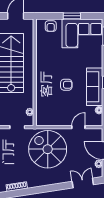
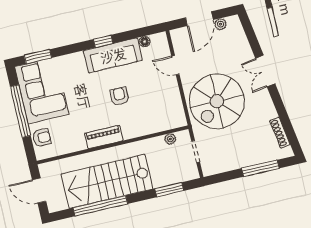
window: (72, 16) -> (20, 111), width x2.11
piano: (41, 68) -> (104, 137), added
double door: (83, 183) -> (265, 71), moved

